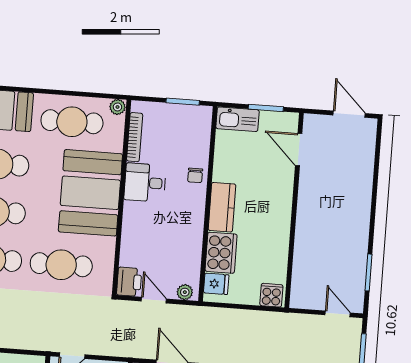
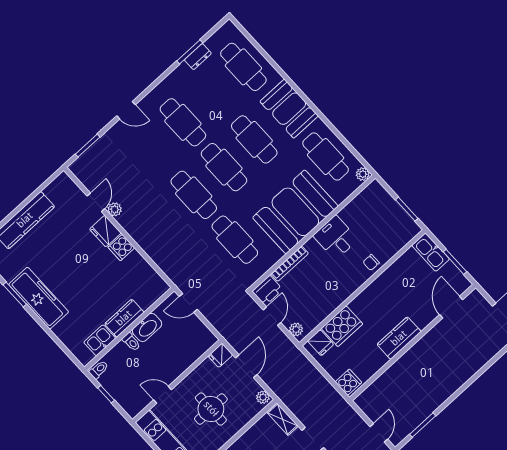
bookcase: (135, 137) -> (290, 264), moved
kitchen counter: (222, 207) -> (399, 338), moved, turned 180

